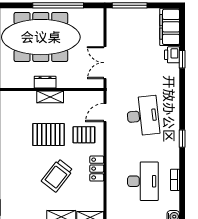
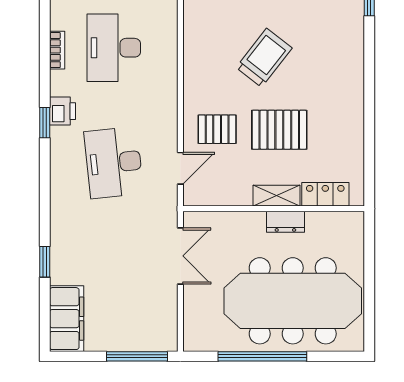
printer: (172, 55) -> (62, 111), moved
locker: (97, 169) -> (325, 194), moved, turned -90

